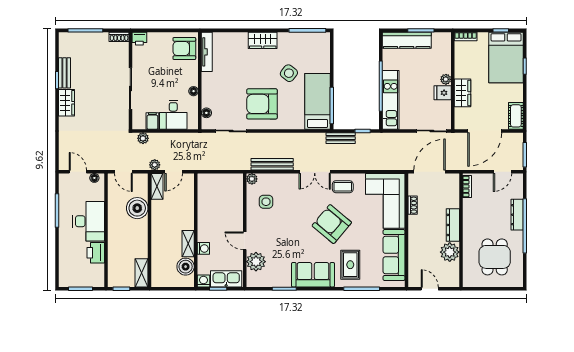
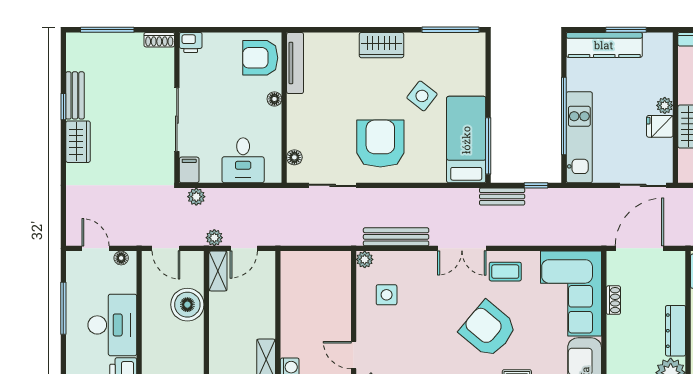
floor lamp: (194, 91) -> (274, 99), moved
armchair: (262, 104) -> (380, 144), turned 90
filing cabinet: (152, 121) -> (189, 170), moved

